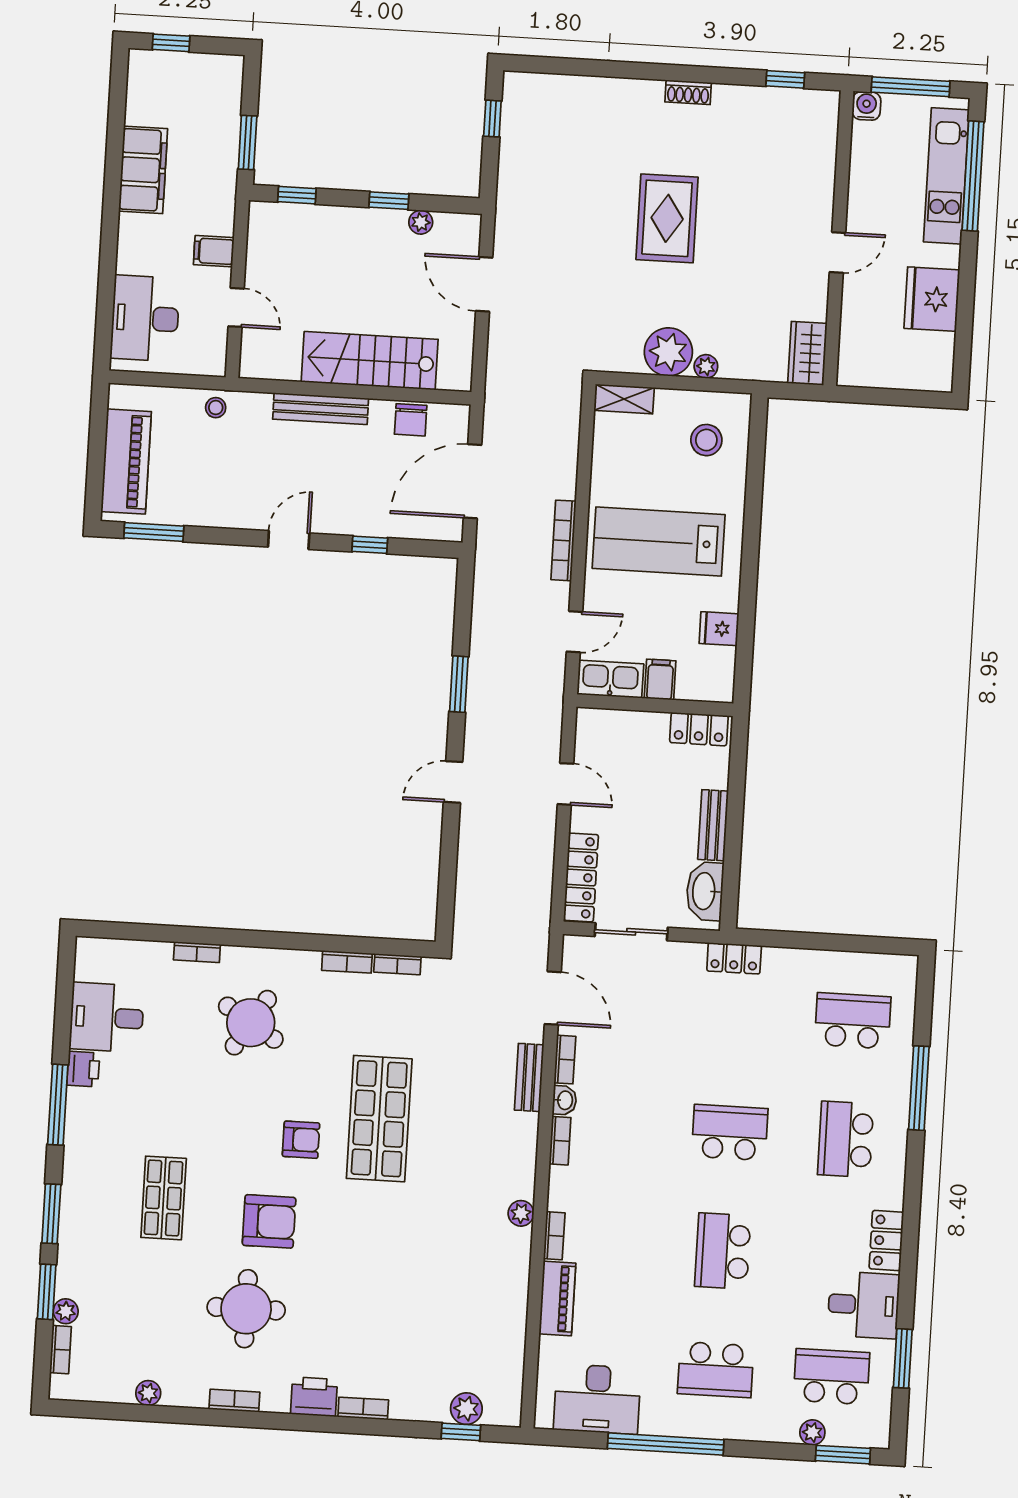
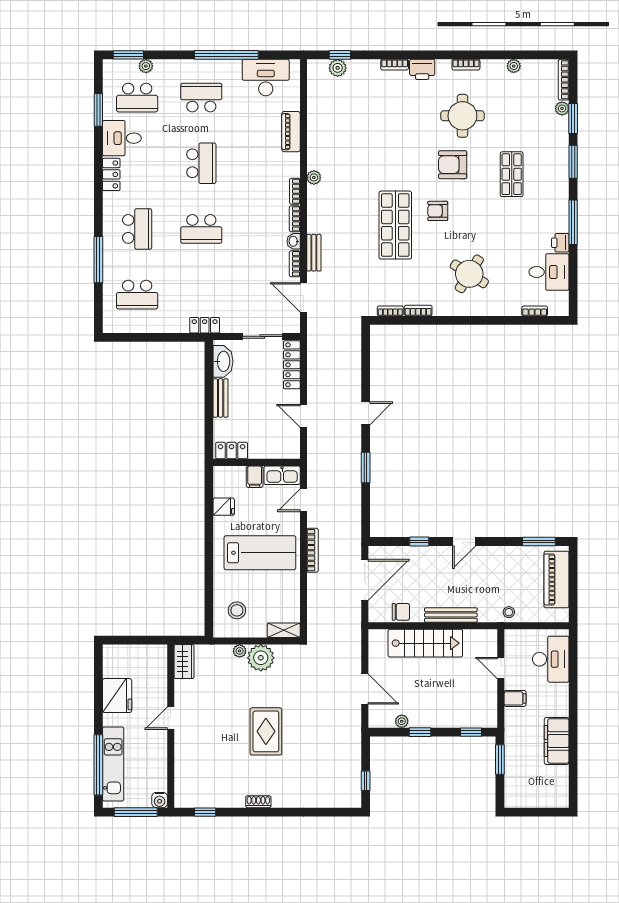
window: (171, 43) -> (545, 812), removed
chair: (411, 420) -> (401, 612), turned 90
bookcase: (197, 952) -> (535, 311), moved
bookcase: (554, 1236) -> (295, 191), moved
bookcase: (60, 1350) -> (564, 80), width x1.56

